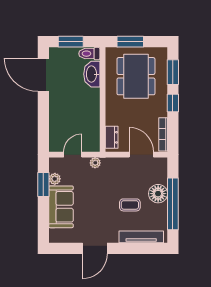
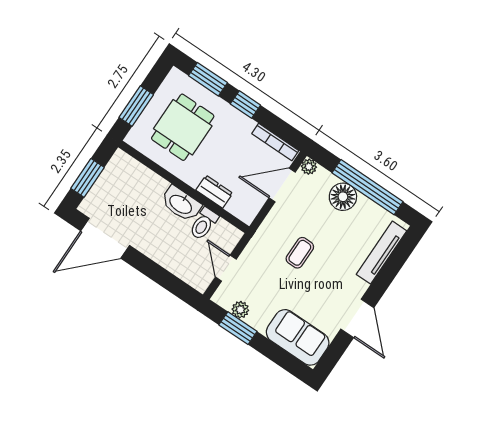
toilet: (89, 54) -> (204, 224), moved
washbasin: (92, 74) -> (181, 204), moved
dining table: (136, 76) -> (183, 127), width x0.73
dresser: (112, 137) -> (214, 192), moved
plant: (95, 163) -> (309, 167), moved
coffee table: (130, 205) -> (300, 253), moved
sofa: (61, 207) -> (298, 337), moved

